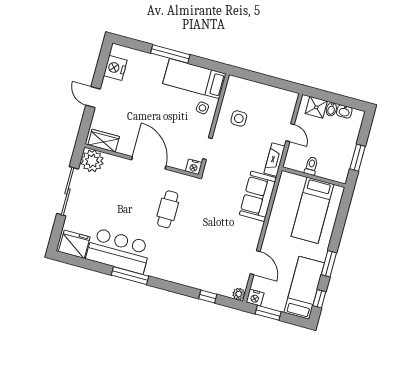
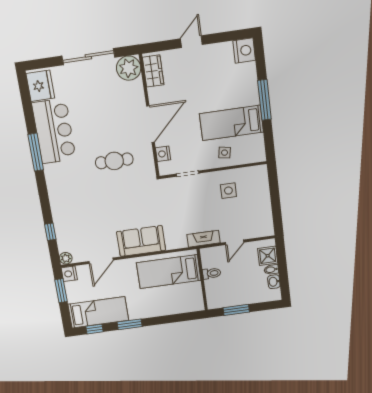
nightstand: (115, 68) -> (244, 50), moved, turned 90
bed: (194, 79) -> (231, 123), moved, turned -90
nightstand: (194, 167) -> (163, 154), moved
sofa: (258, 196) -> (141, 241), moved
bed: (312, 210) -> (169, 272), moved

